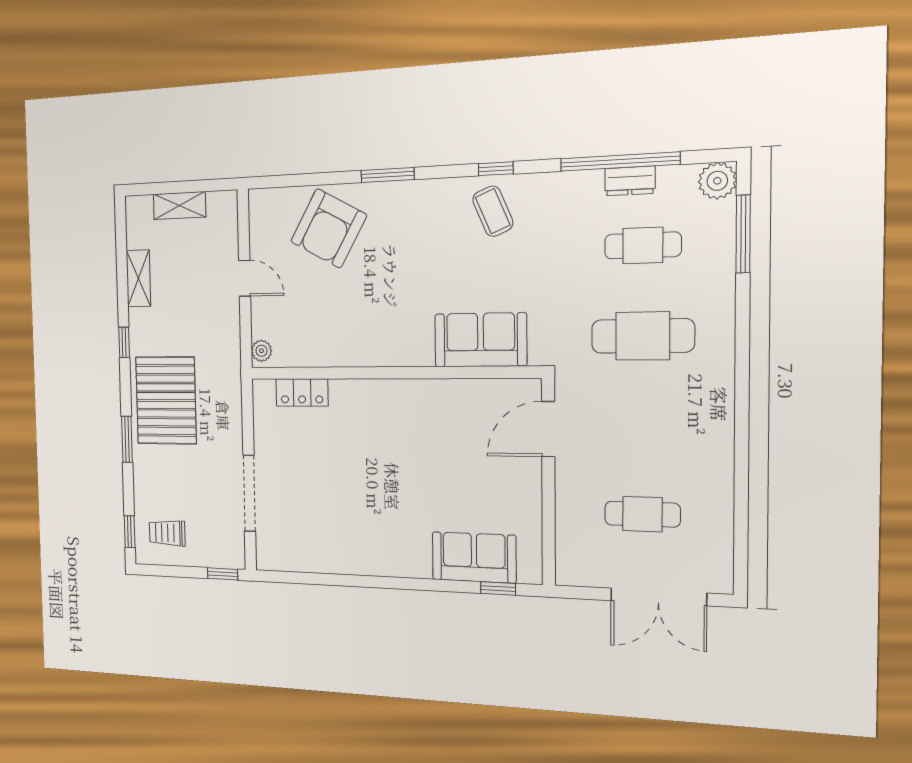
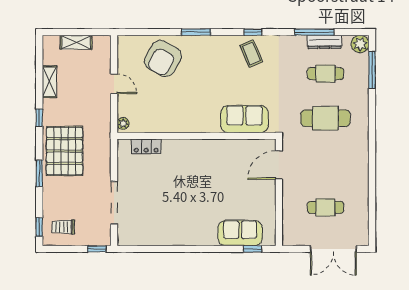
window: (620, 161) -> (314, 32), width x0.68
dresser: (630, 181) -> (324, 42), width x1.44

